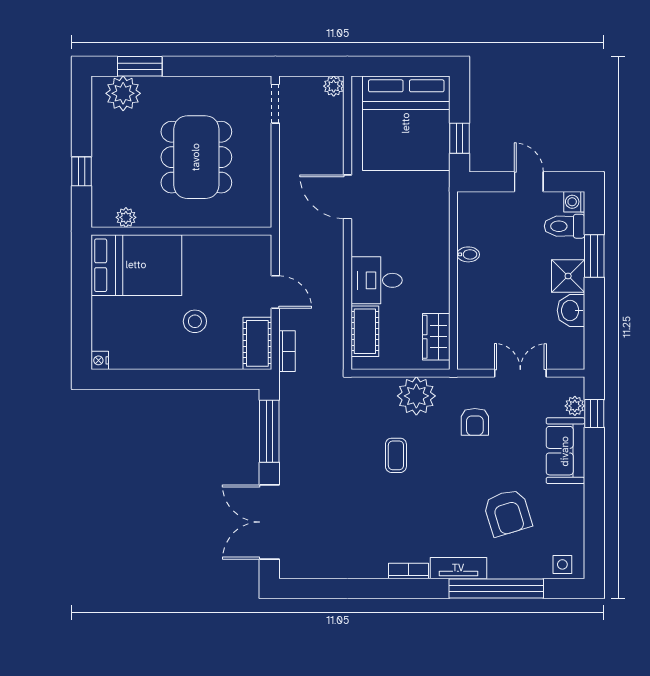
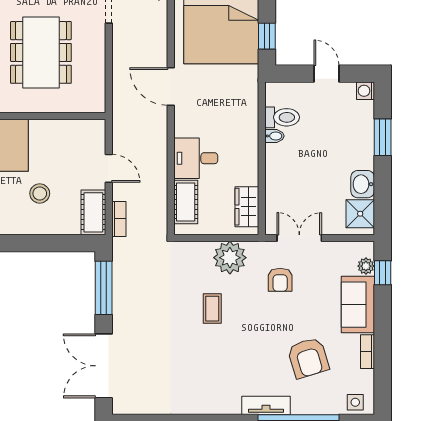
toilet: (564, 226) -> (282, 117), moved, turned 180
shower: (568, 276) -> (360, 214), moved
double door: (520, 373) -> (299, 238), moved
bookcase: (408, 571) -> (368, 352), moved, turned -90

